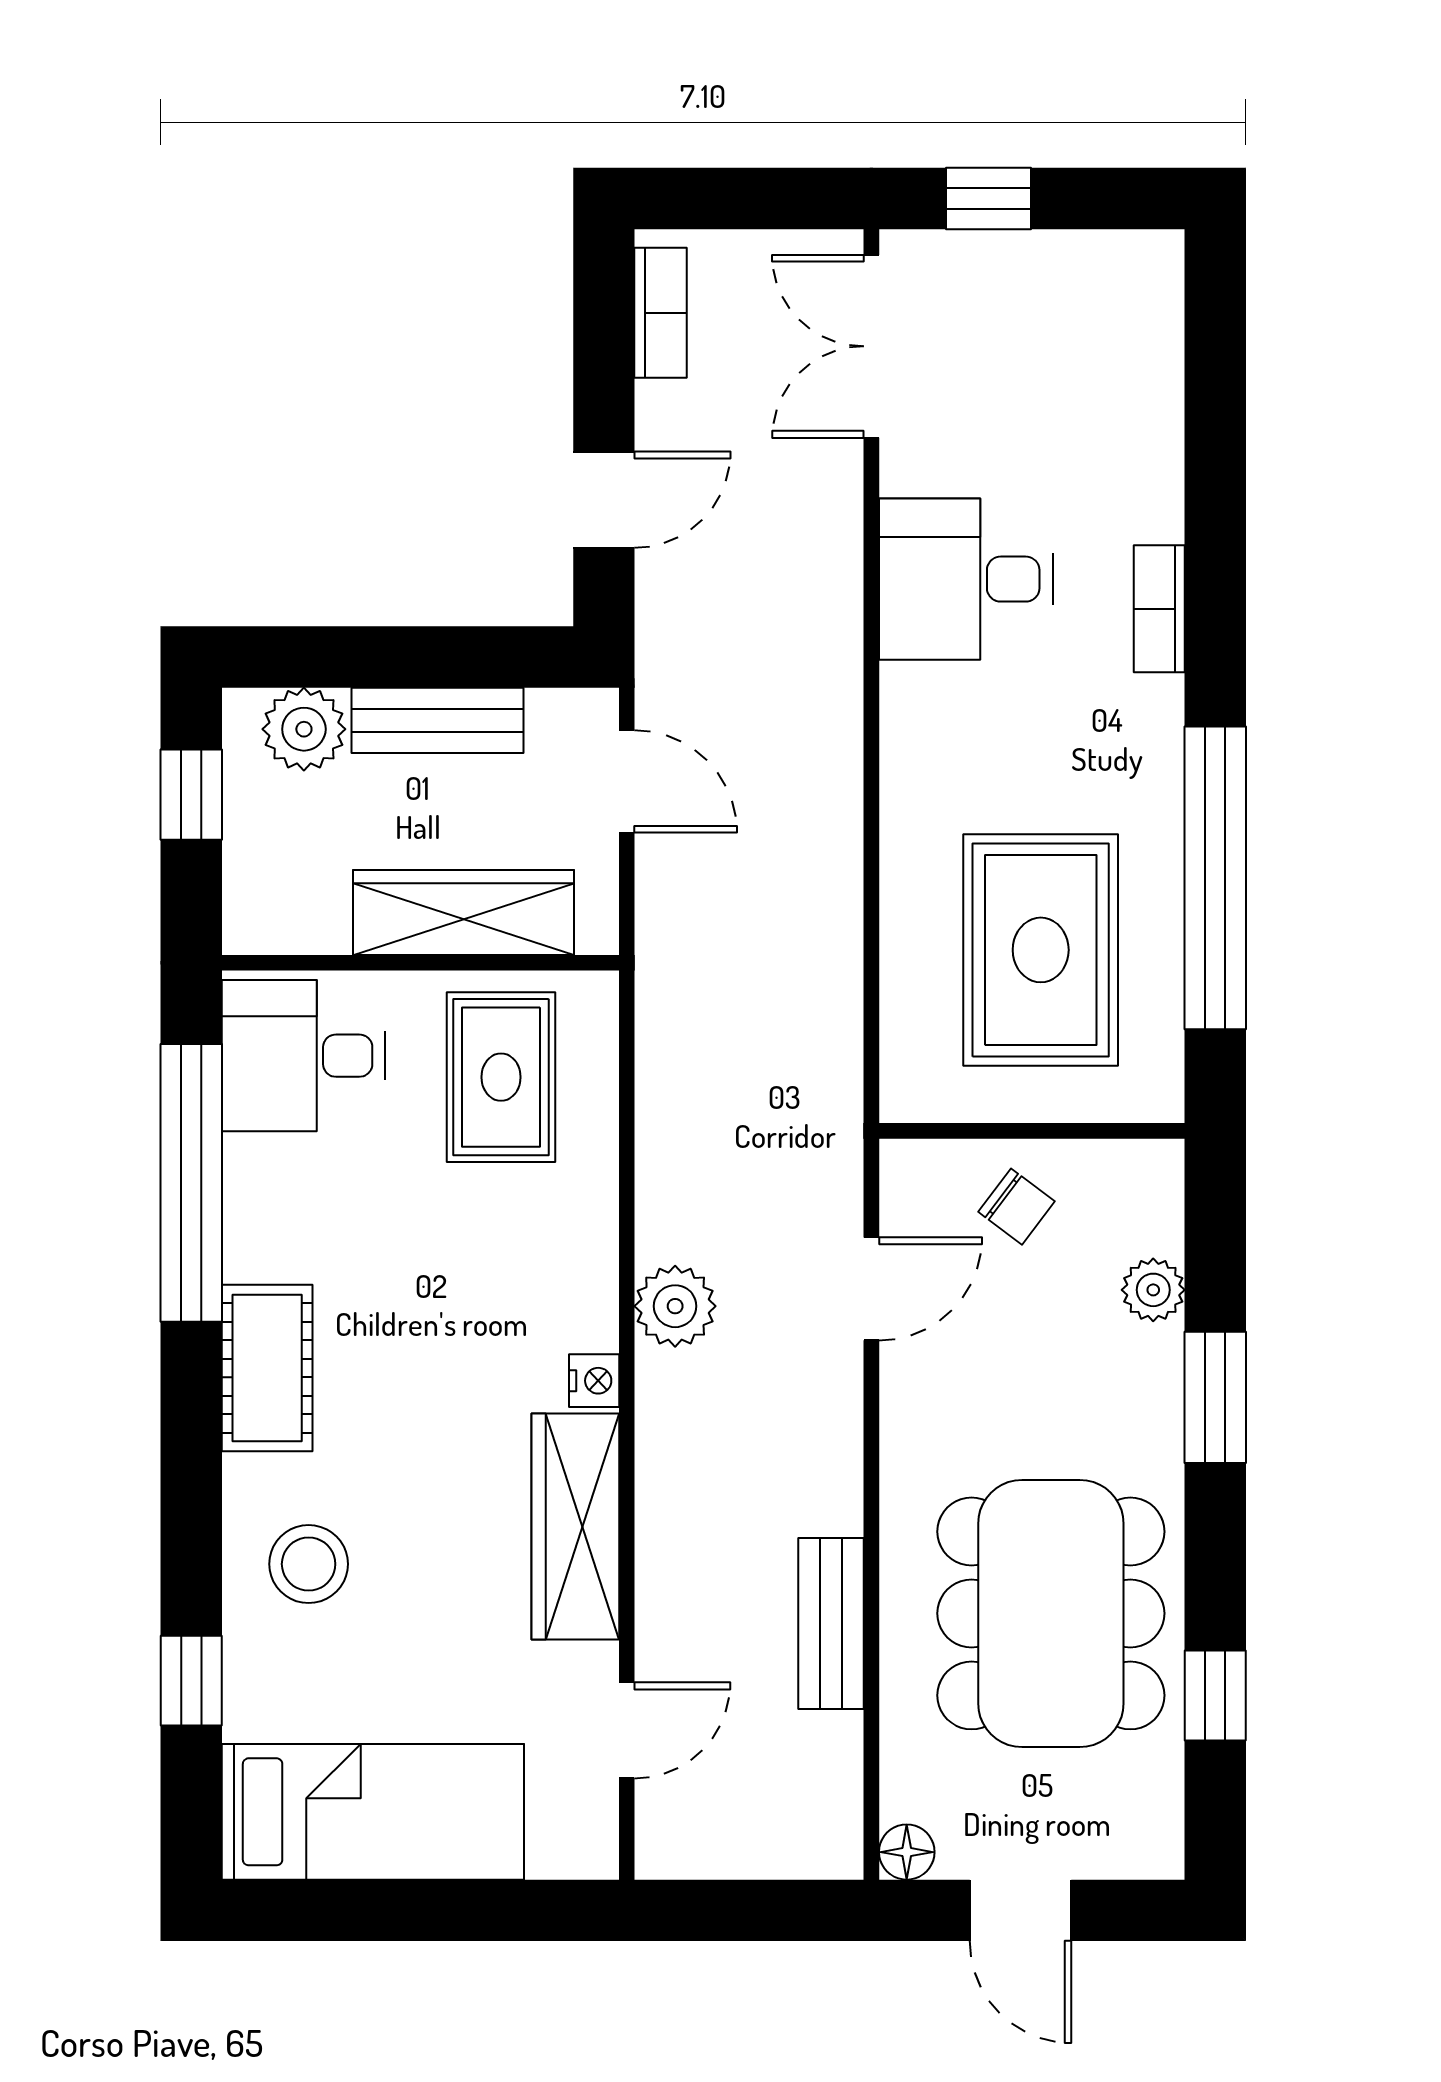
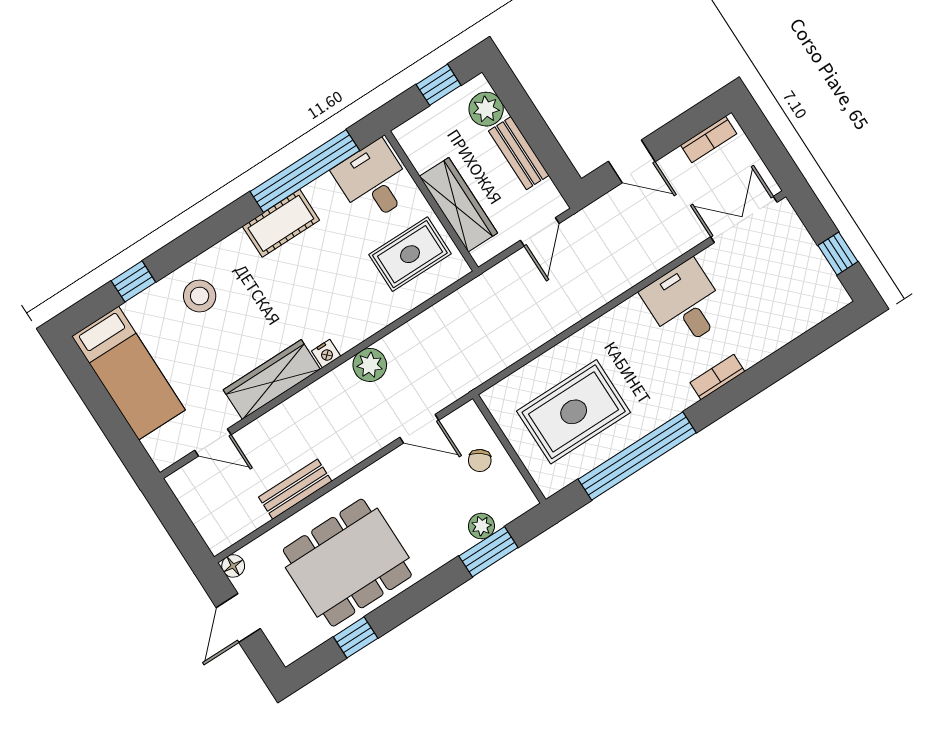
window: (988, 199) -> (838, 254), moved
cot: (267, 1368) -> (281, 223), moved
window: (1215, 1397) -> (488, 552), moved

